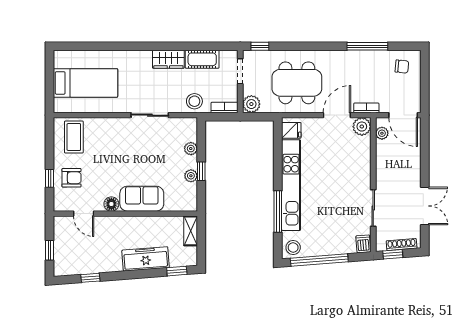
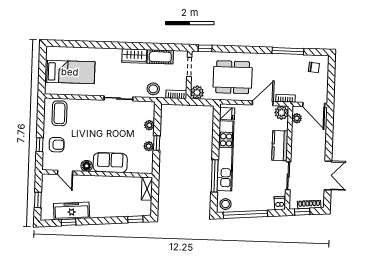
kitchen counter: (361, 169) -> (280, 146), added
freezer: (146, 259) -> (72, 211), moved

